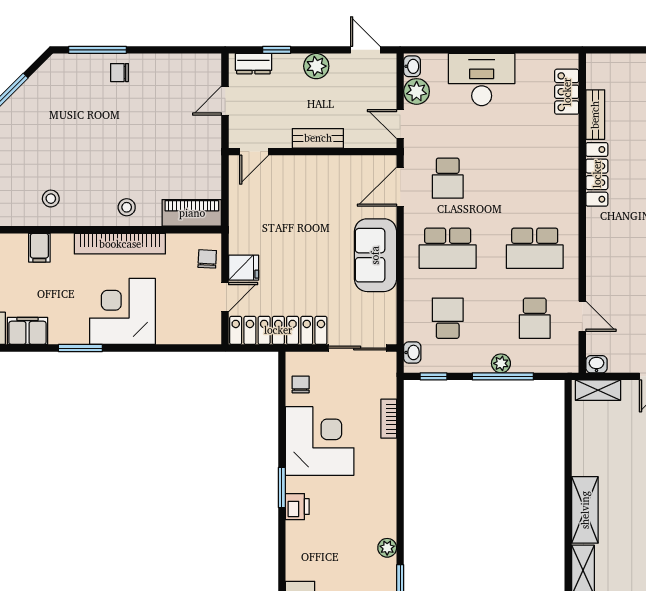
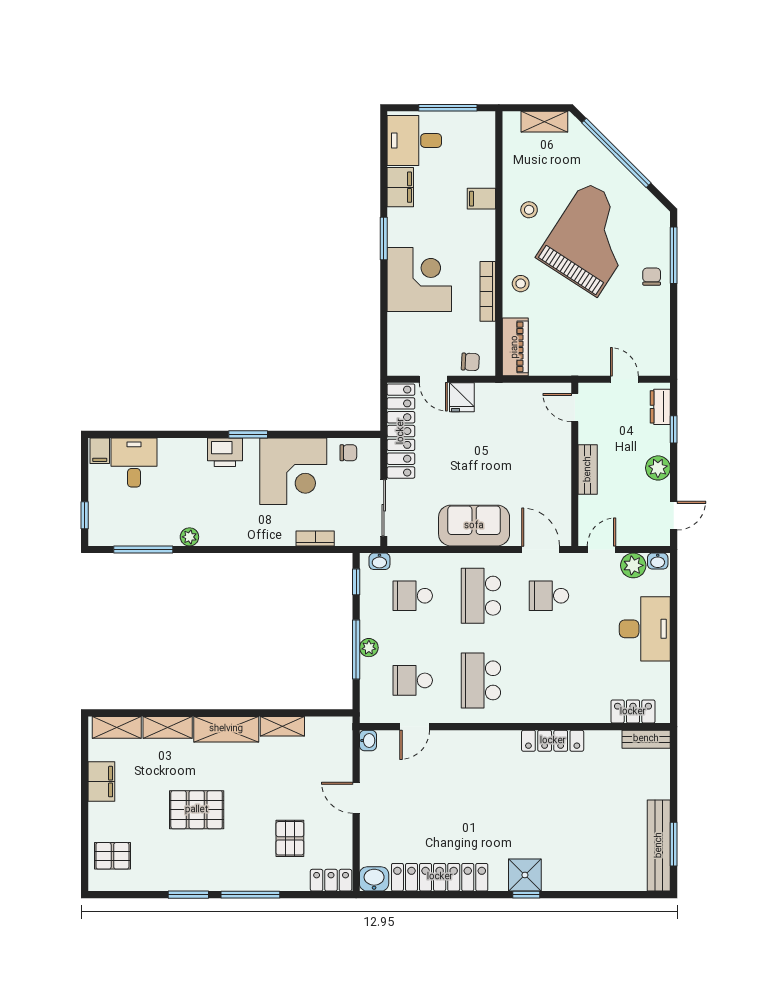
bench: (595, 115) -> (646, 739), moved
grand piano: (81, 135) -> (591, 239), added
bookcase: (120, 244) -> (488, 291), width x0.68, depth x0.76
school desk: (448, 318) -> (413, 596), turned 180
shelving: (598, 390) -> (282, 726), moved, turned 90
printer: (297, 507) -> (225, 452), width x1.36, depth x1.24

